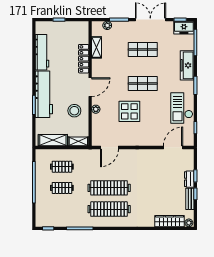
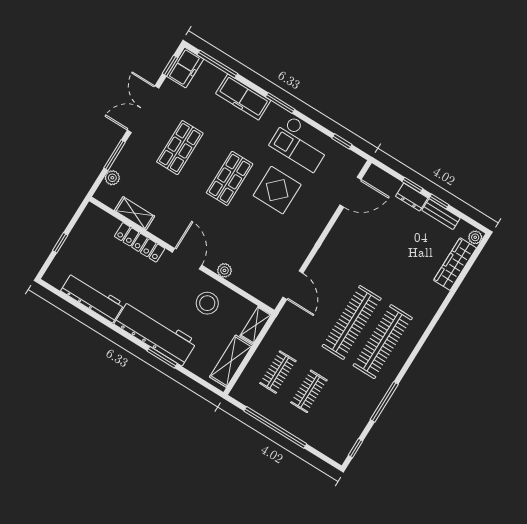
display table: (129, 111) -> (277, 190), moved
door: (173, 147) -> (351, 192), swing flipped

